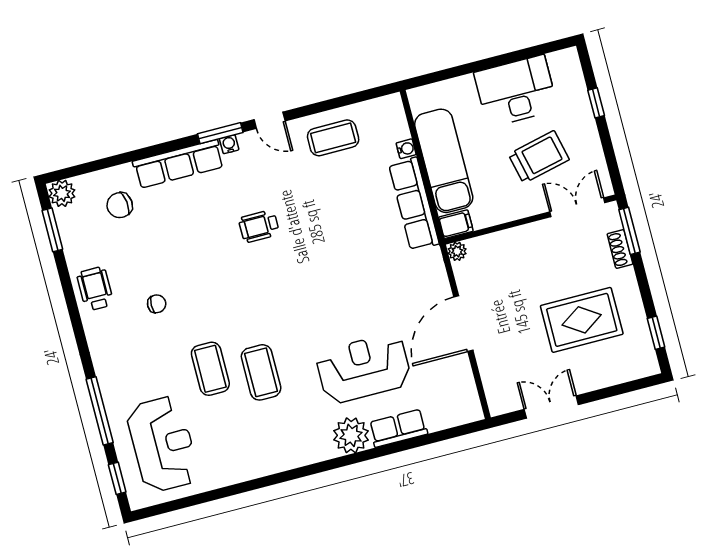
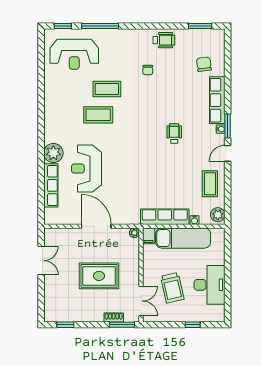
plant: (62, 193) -> (218, 215), moved
rug: (582, 320) -> (99, 276), moved, turned 90
reception desk: (364, 368) -> (86, 169), turned 180
row of seats: (398, 428) -> (51, 185), width x1.48

